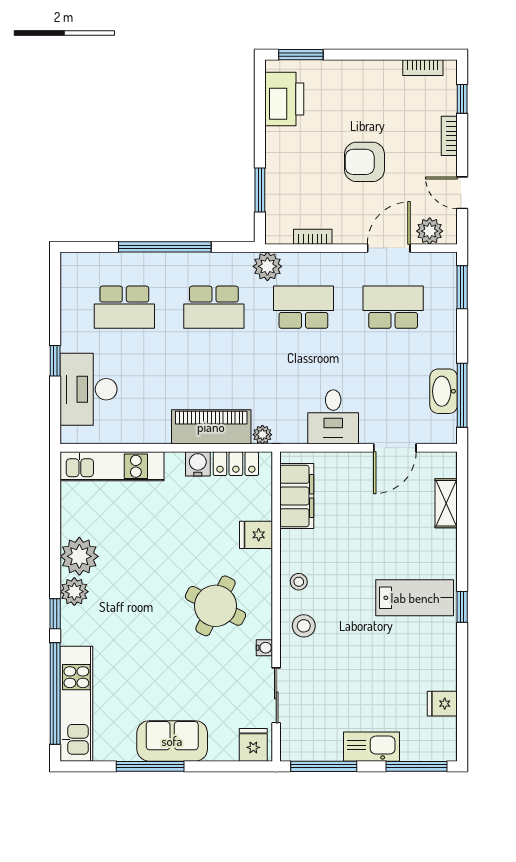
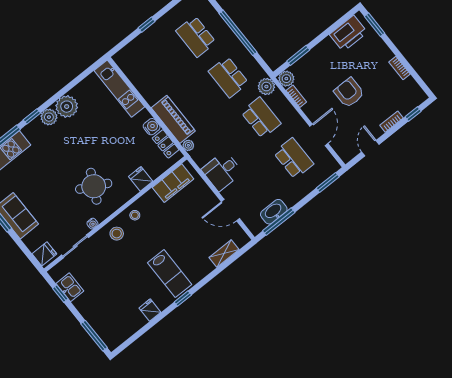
bookcase: (423, 68) -> (400, 68), moved
plant: (430, 231) -> (286, 79), moved
door: (389, 248) -> (319, 135), hinge flipped
desk: (89, 389) -> (146, 50), removed
fridge: (442, 704) -> (150, 310), moved
kitchen sink: (371, 747) -> (70, 287), moved, width x0.73
window: (324, 766) -> (60, 294), width x0.46

